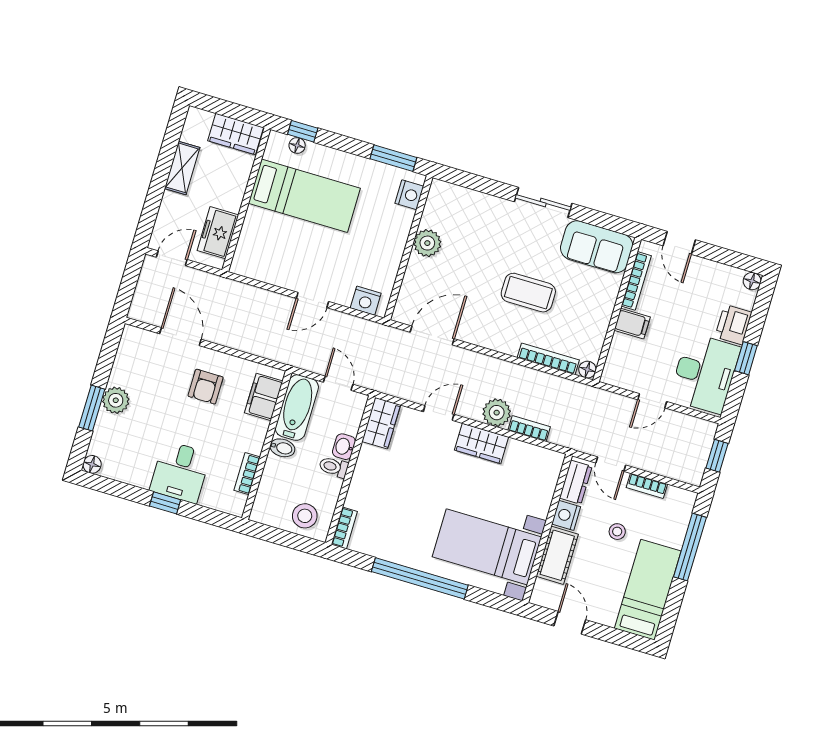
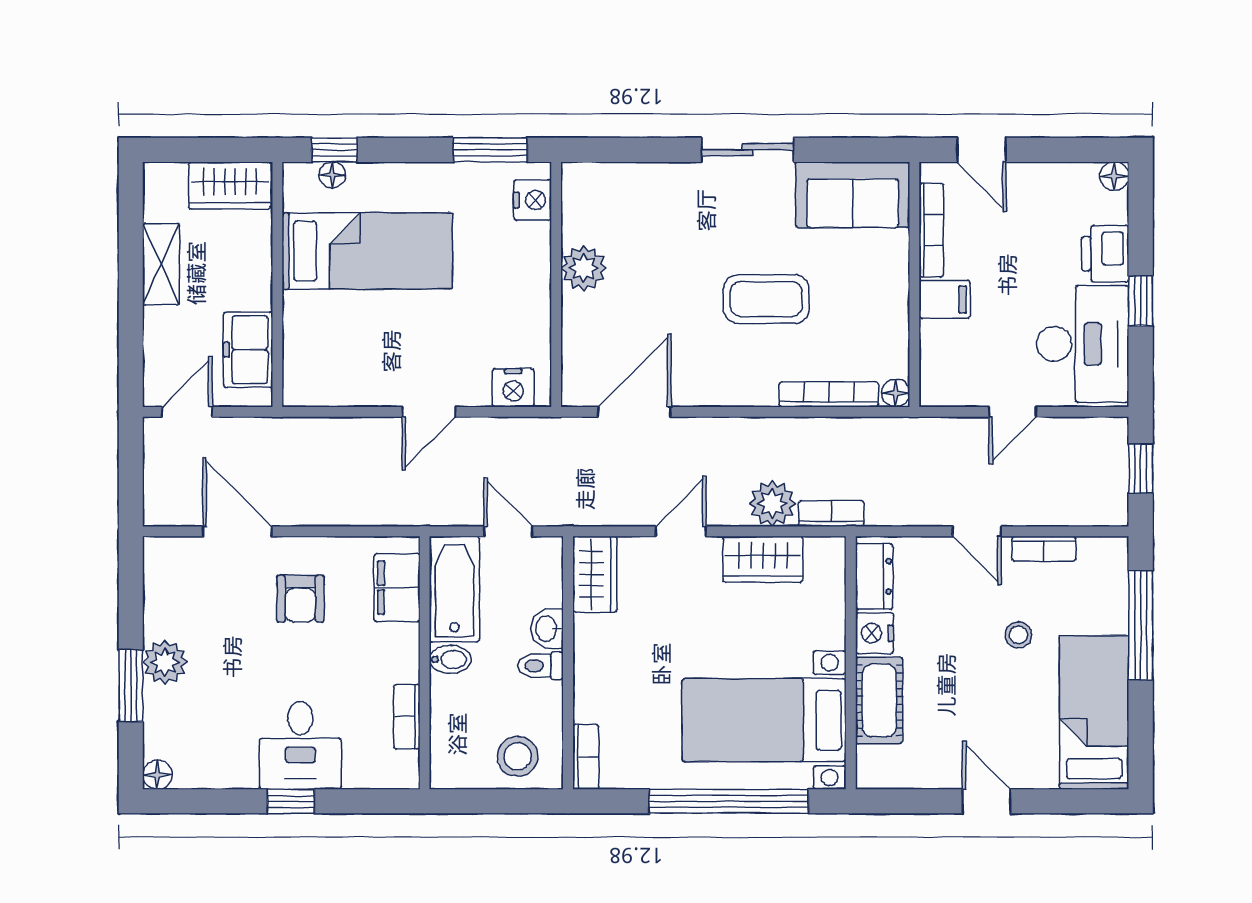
dresser: (576, 482) -> (874, 576), moved
nightstand: (566, 515) -> (874, 633), moved
wall: (547, 528) -> (851, 663), moved
bed with nightstands: (487, 547) -> (764, 720), moved
cot: (557, 555) -> (879, 700), moved

